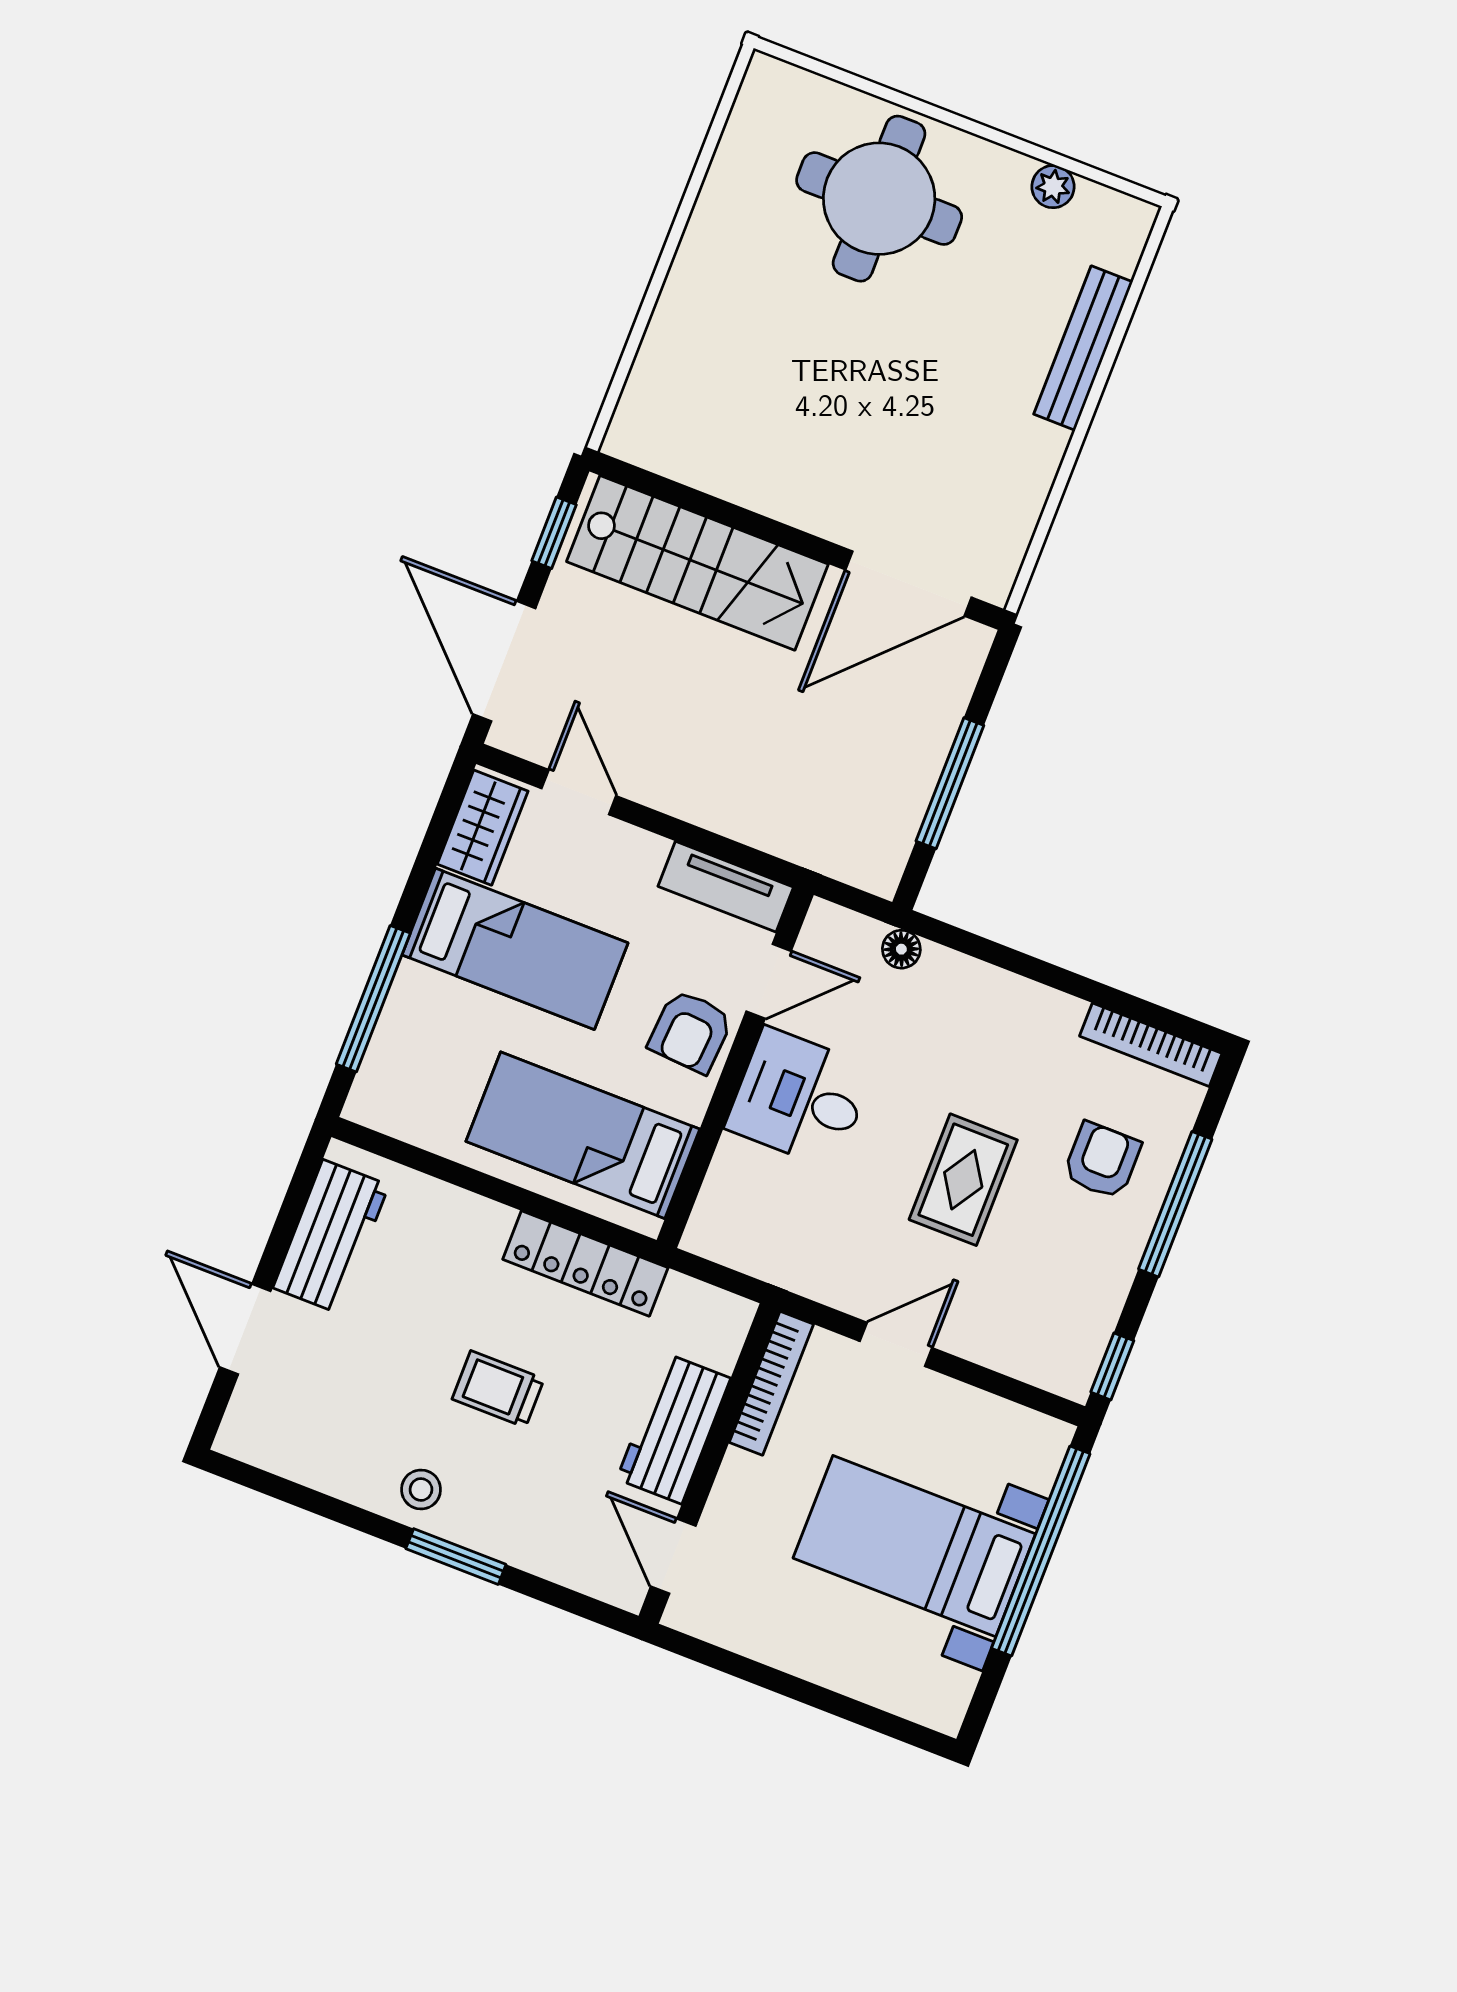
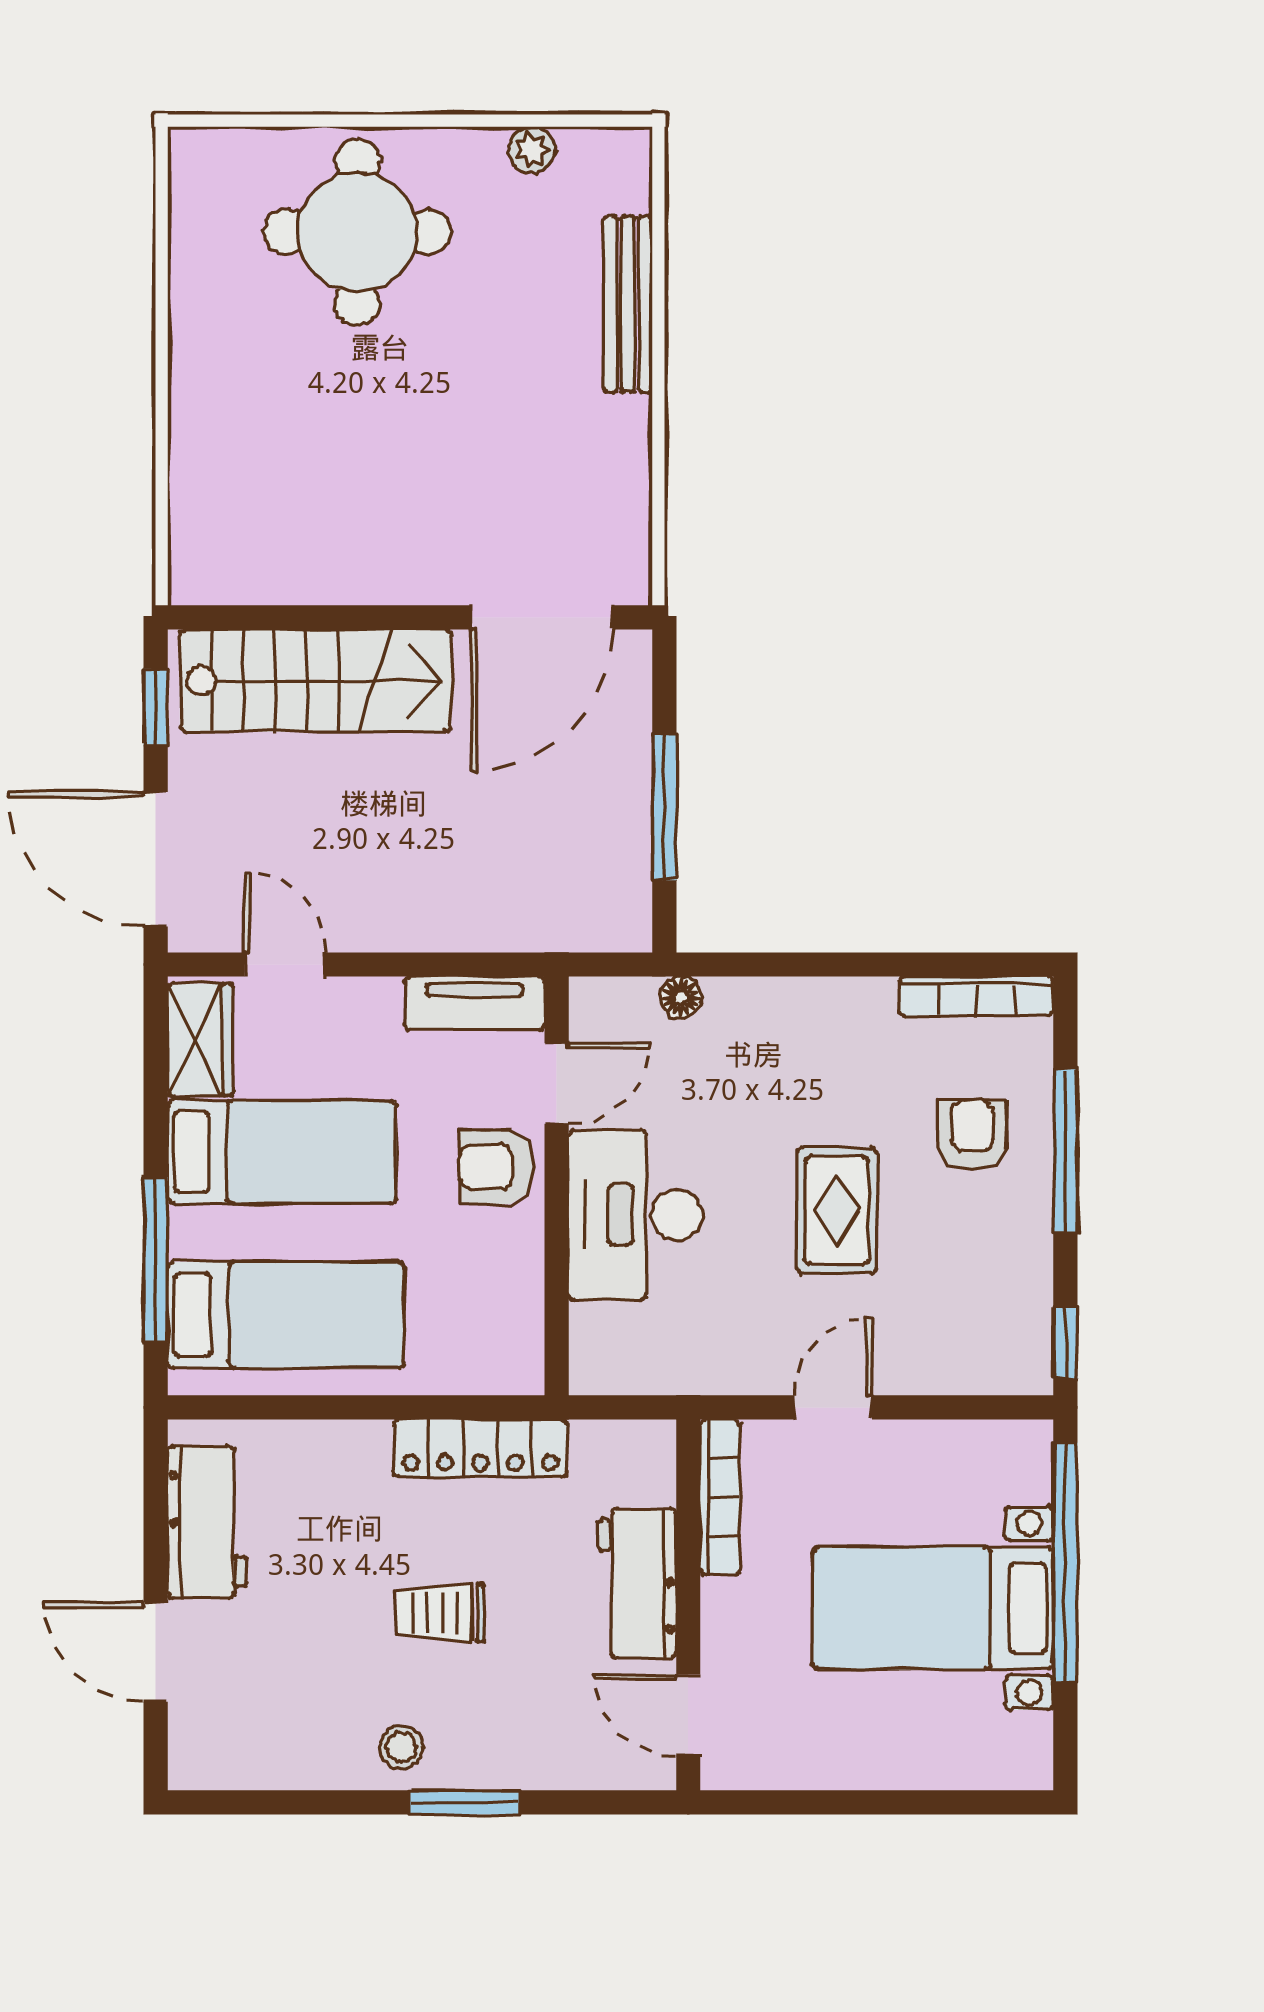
armchair: (691, 1031) -> (496, 1167), turned 86
desk: (800, 1098) -> (635, 1215), width x1.37
bed: (583, 1135) -> (286, 1315), moved, turned 180

